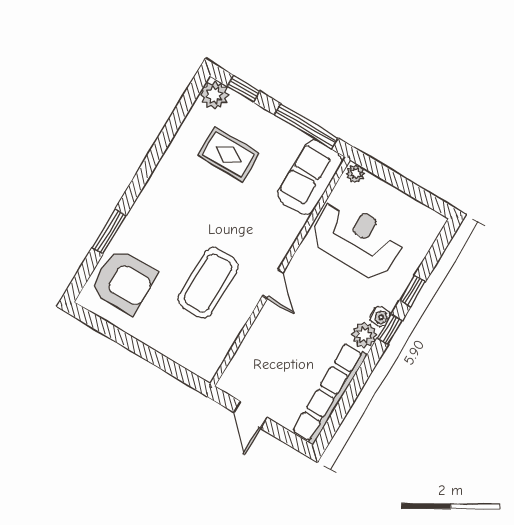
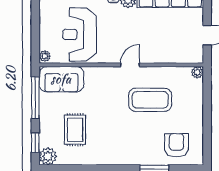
armchair: (124, 282) -> (176, 145), width x0.73, depth x0.73
plant: (207, 371) -> (197, 72), added

